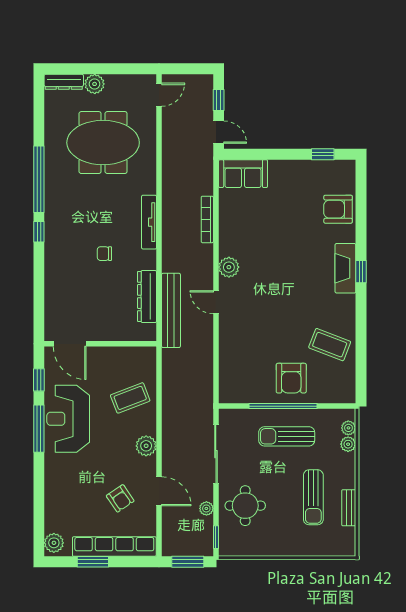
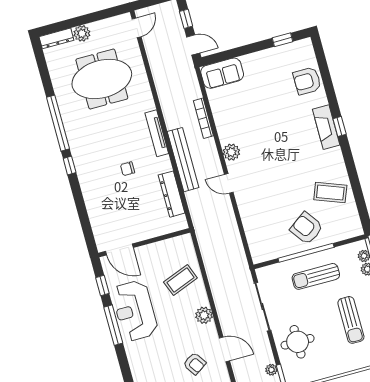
bench: (171, 310) -> (183, 160), moved
armchair: (291, 378) -> (307, 228), turned 144
plant: (206, 508) -> (271, 370), moved

